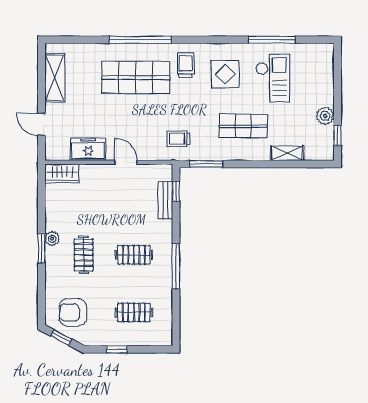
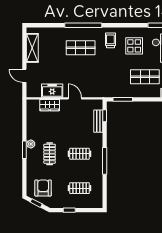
shop shelf: (136, 78) -> (81, 48), width x0.70, depth x0.74
trolley: (179, 139) -> (106, 84), removed
wardrobe: (62, 173) -> (50, 105), moved
armchair: (73, 312) -> (43, 188), turned 90

